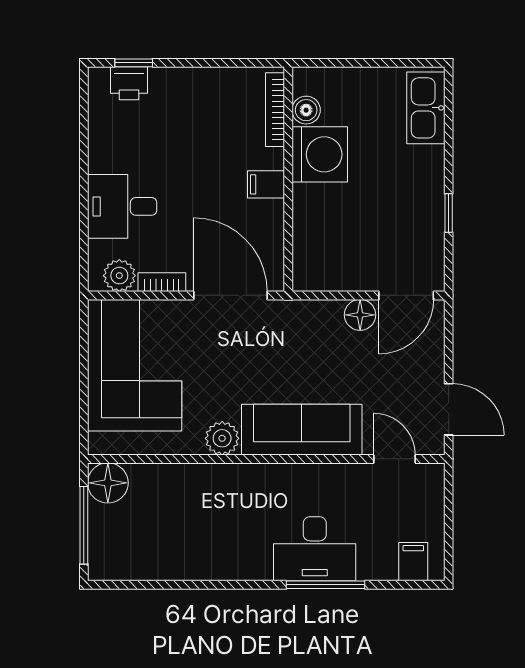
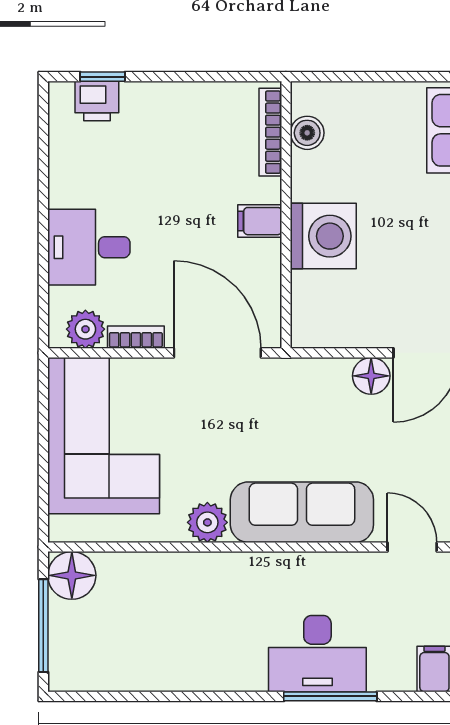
washing machine: (320, 154) -> (323, 236), moved

